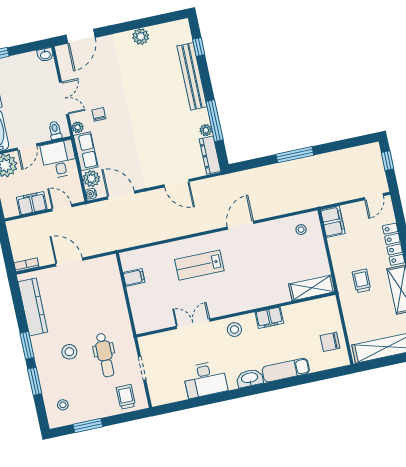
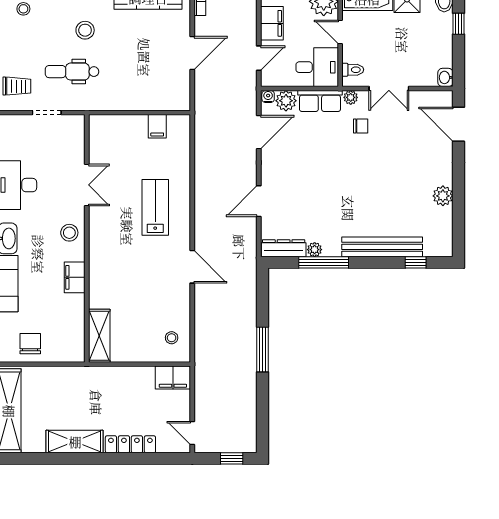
trolley: (362, 281) -> (95, 397), removed

